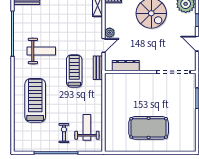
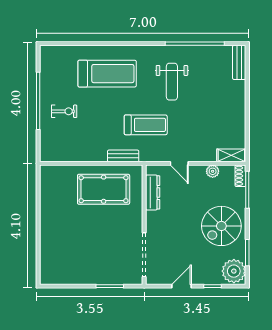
plant: (110, 33) -> (213, 171), moved
bench: (98, 68) -> (123, 156), moved
weight bench: (87, 127) -> (72, 141), removed
pool table: (149, 128) -> (104, 189), moved, turned 90

